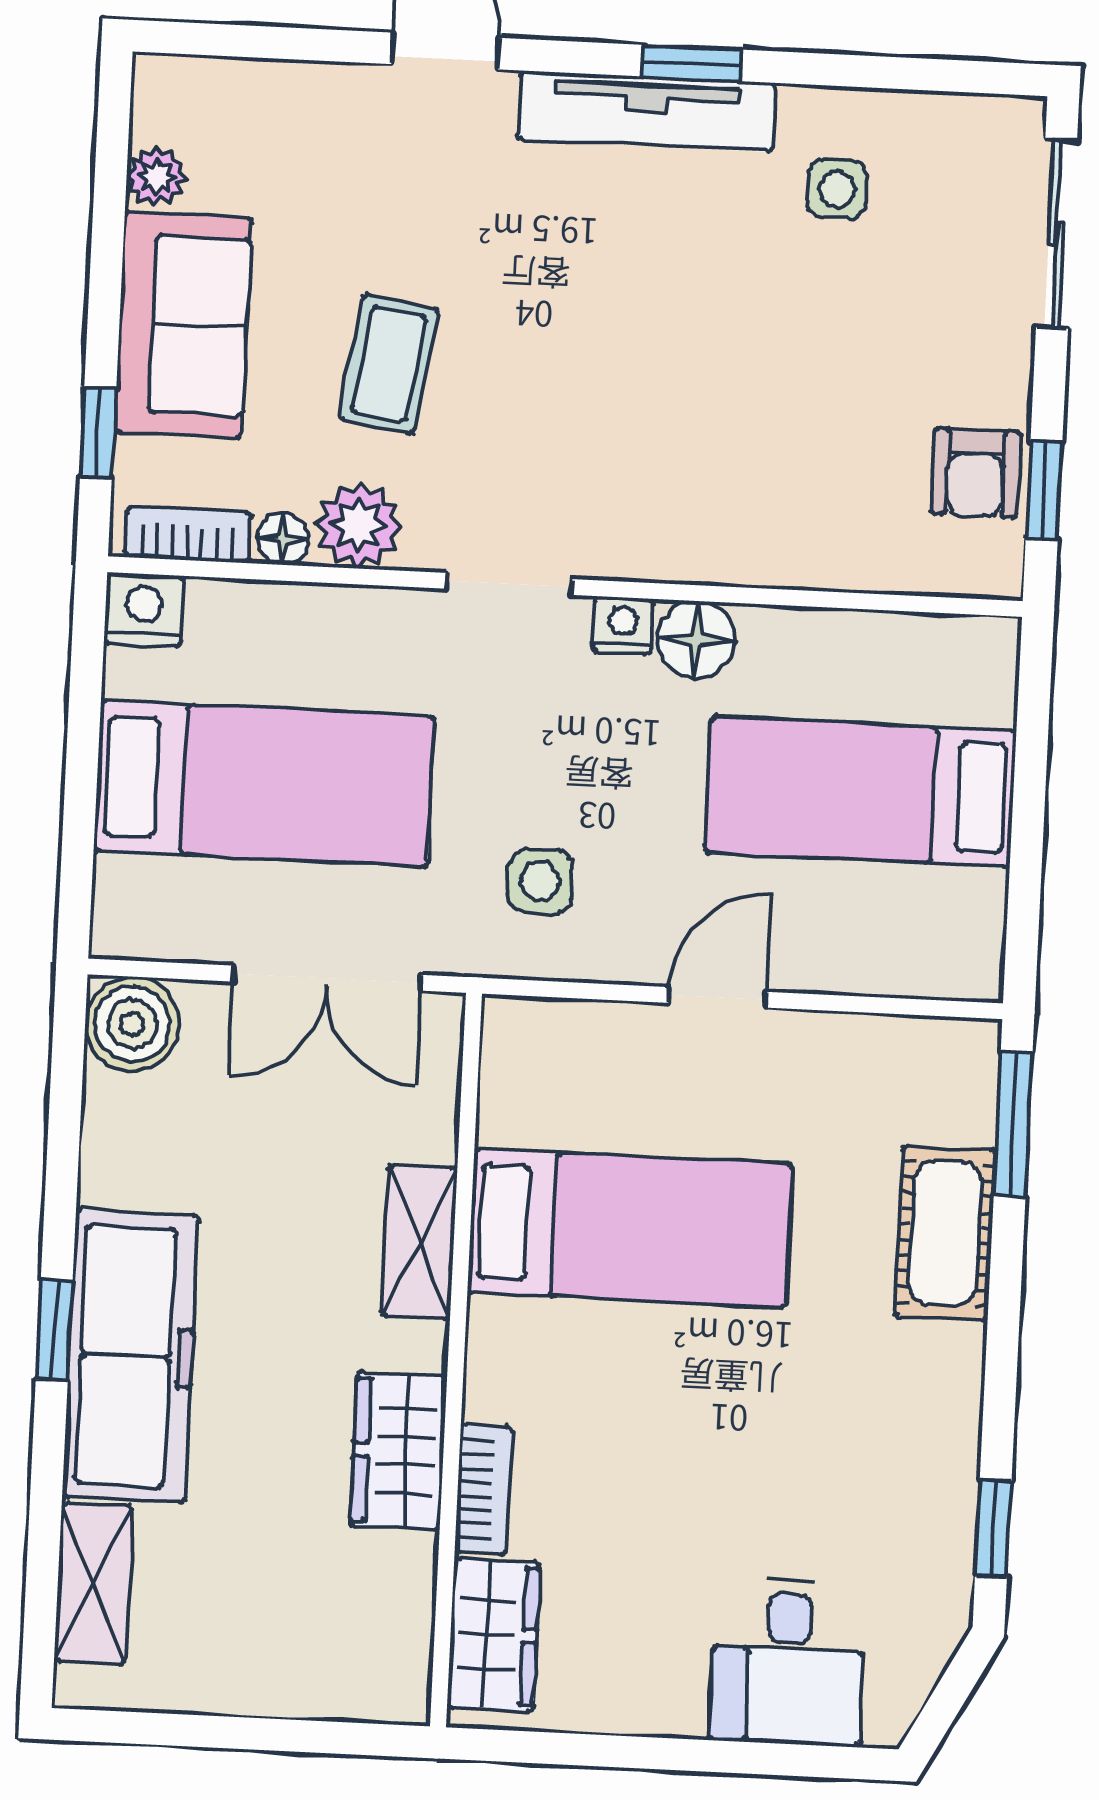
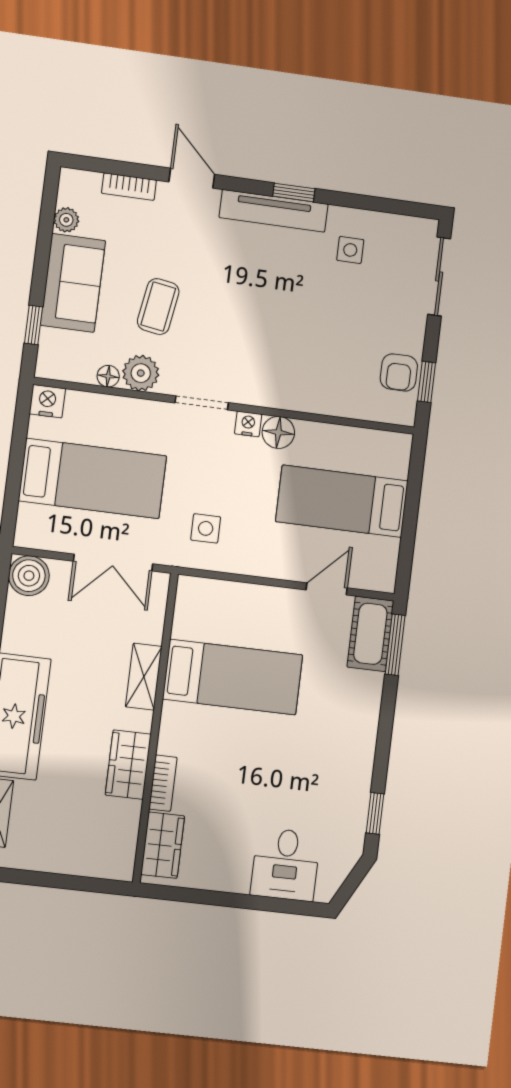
bookcase: (188, 535) -> (129, 187), moved, turned 180
door: (718, 997) -> (327, 589), moved
cot: (945, 1234) -> (370, 634), moved

